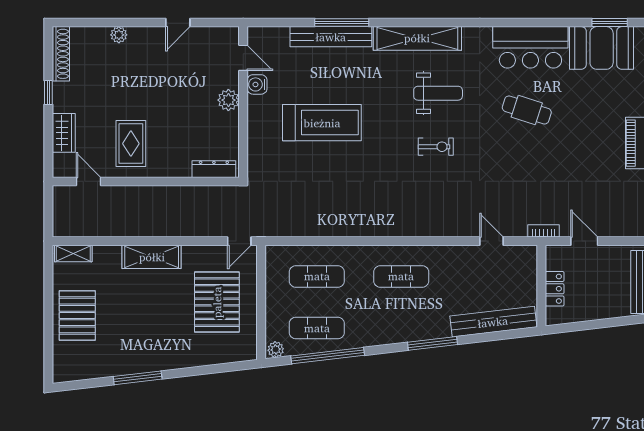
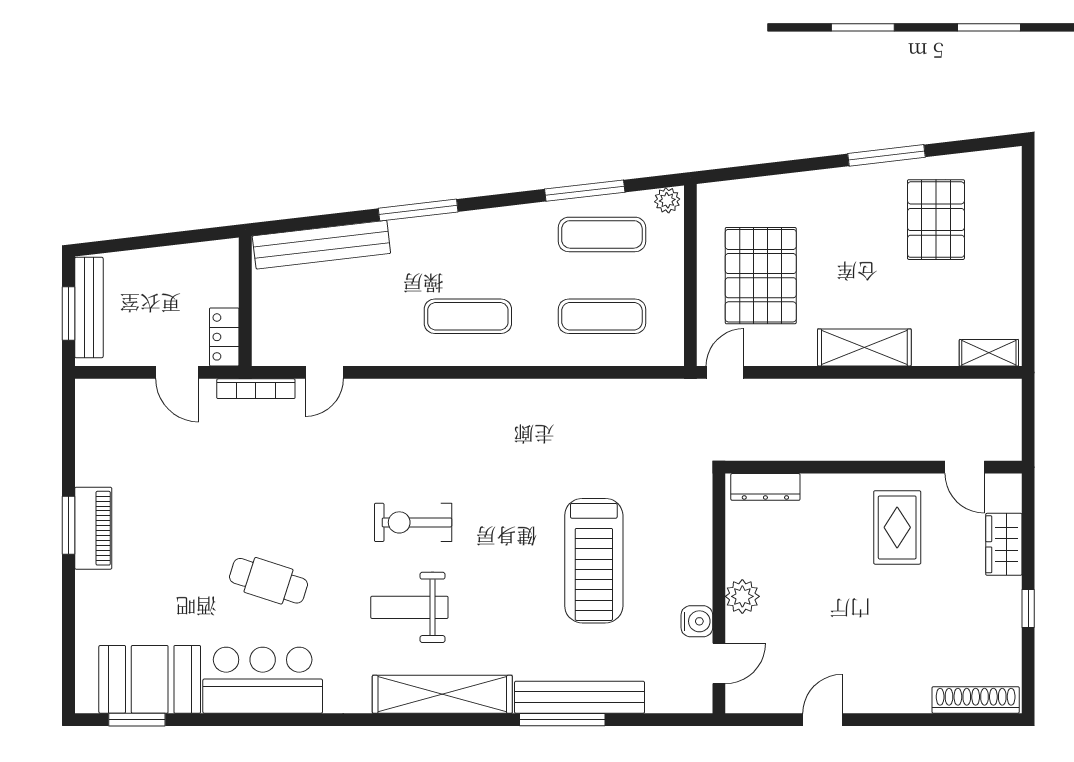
plant: (119, 35) -> (916, 700), removed
shoe rack: (61, 54) -> (976, 700), moved, turned 90
door: (243, 58) -> (719, 663), swing flipped
treadmill: (322, 123) -> (594, 561), turned -90
exercise bike: (436, 147) -> (413, 522), width x1.38, depth x1.39
bookcase: (543, 231) -> (256, 389), width x1.56
door: (492, 241) -> (324, 372), hinge flipped
locker: (555, 289) -> (224, 337), moved
pallet: (77, 316) -> (936, 220), moved
window: (328, 356) -> (585, 191), width x0.68

